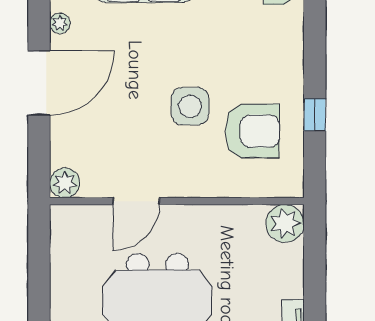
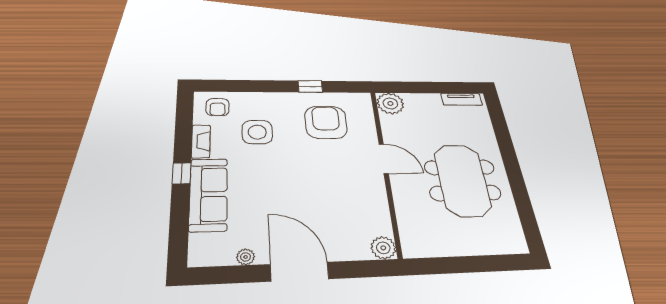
side table: (190, 106) -> (257, 132), moved
door: (136, 201) -> (384, 159), moved

